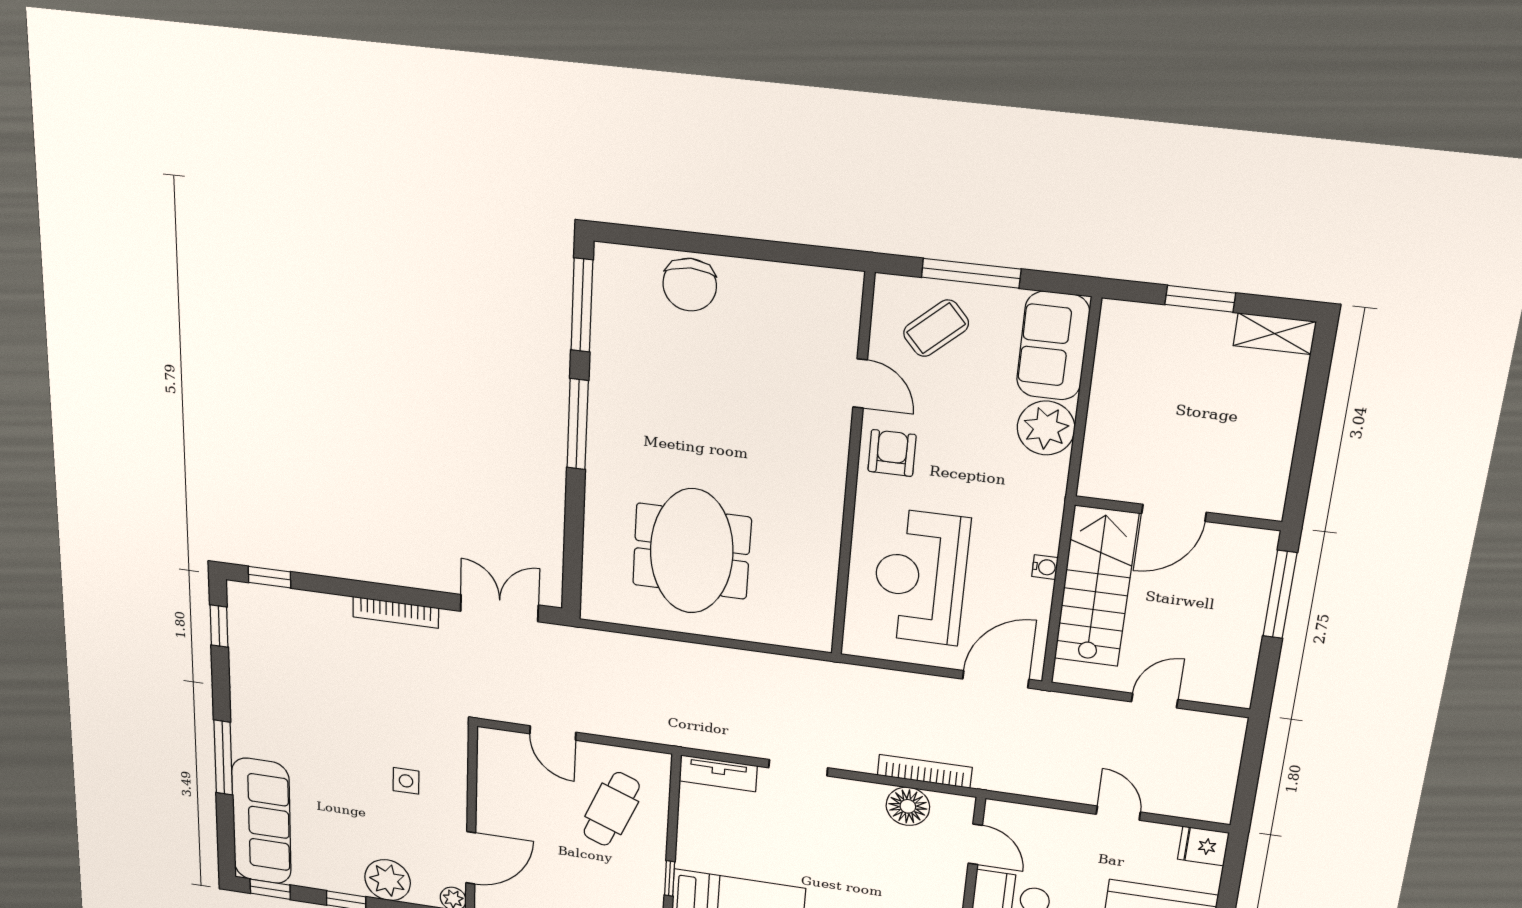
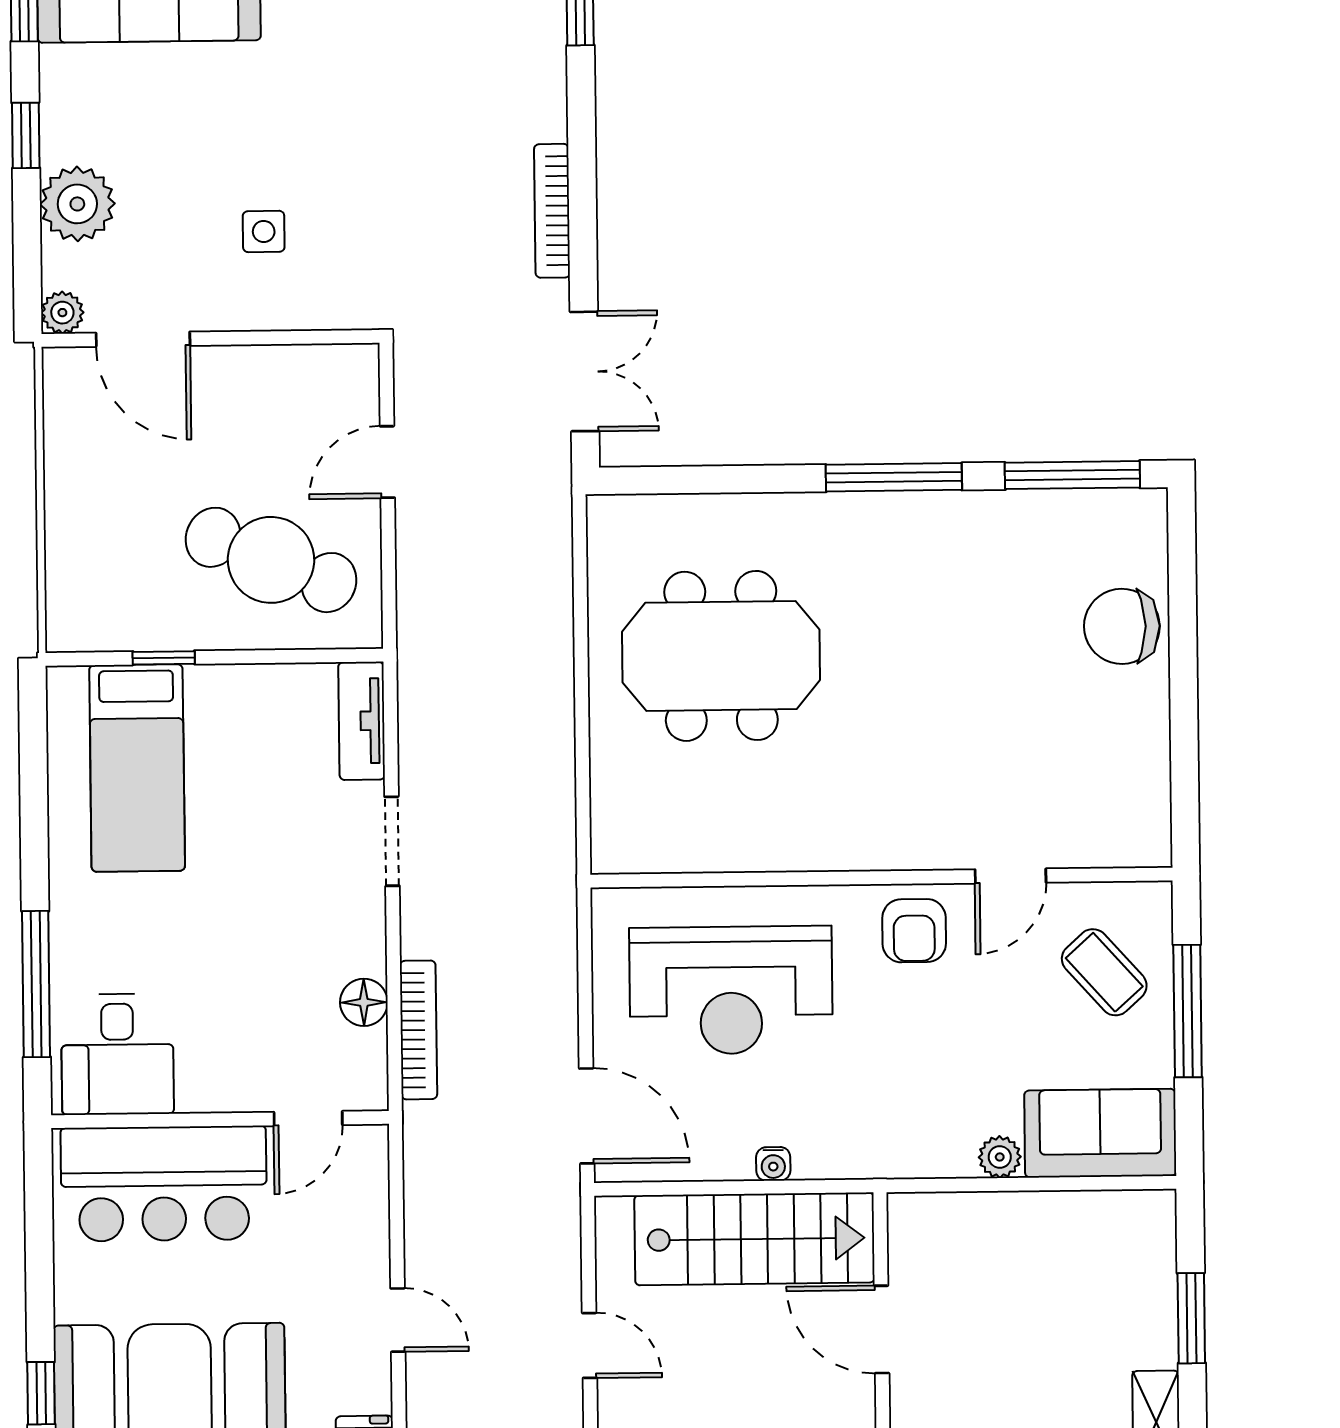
plant: (1046, 428) -> (1000, 1157), width x0.53, depth x0.53
armchair: (892, 453) -> (914, 931), turned 90
reception desk: (920, 577) -> (731, 990), turned 180
floor lamp: (908, 806) -> (364, 1002), width x0.73, depth x0.73
cafe table: (612, 809) -> (271, 560), width x1.37, depth x1.35
door: (1118, 813) -> (398, 1320), hinge flipped

